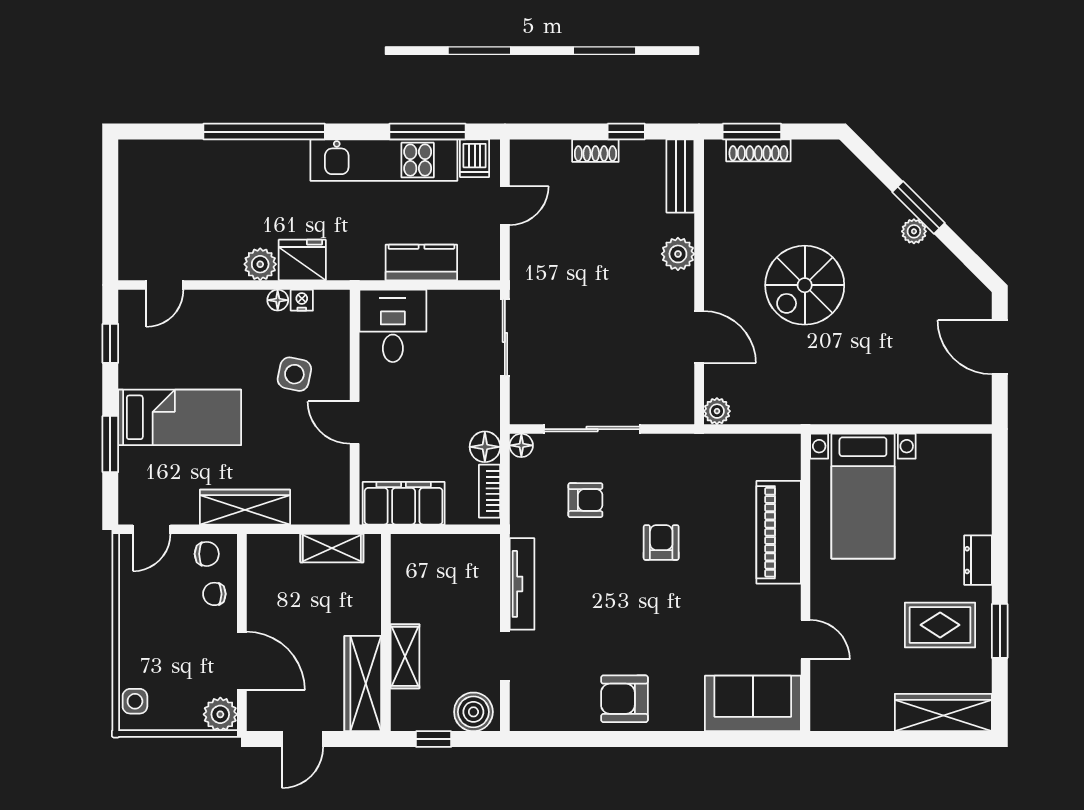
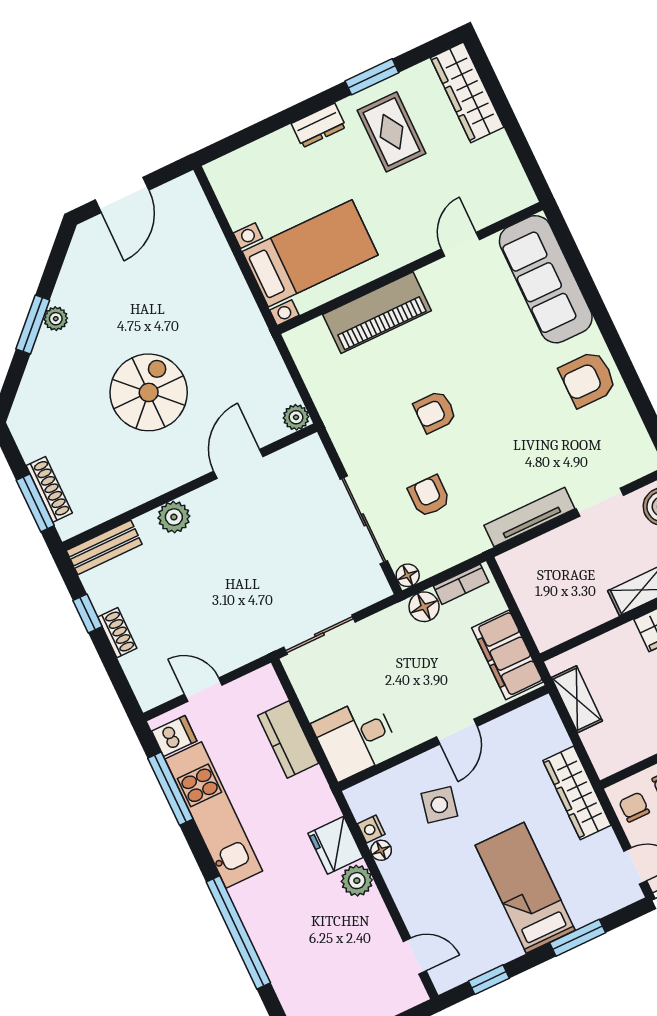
spiral stairs: (805, 285) -> (149, 392), turned -90
armchair: (624, 699) -> (588, 379), turned 90
sofa: (753, 703) -> (546, 279), width x1.36

